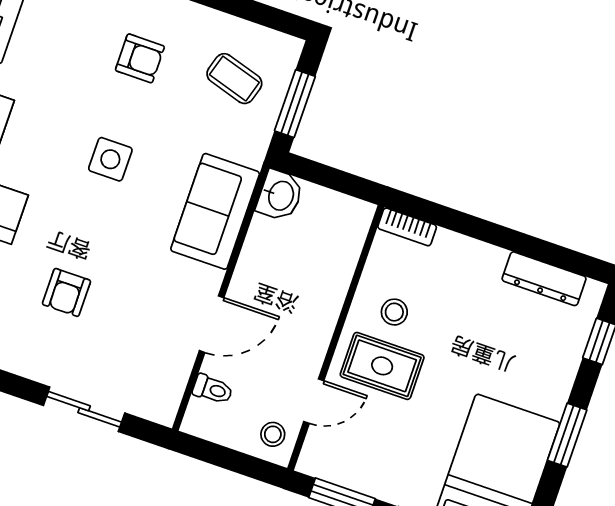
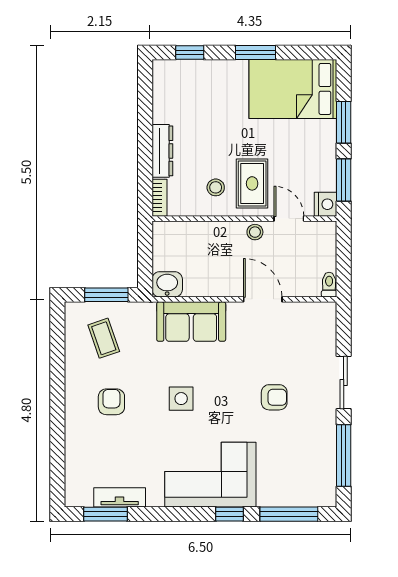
coffee table: (234, 79) -> (104, 338), turned -36
dresser: (544, 279) -> (162, 151), moved
toilet: (213, 389) -> (329, 285), moved
sliding door: (84, 409) -> (344, 383), moved
stool: (273, 434) -> (255, 232), moved
nightstand: (316, 460) -> (326, 204), added

